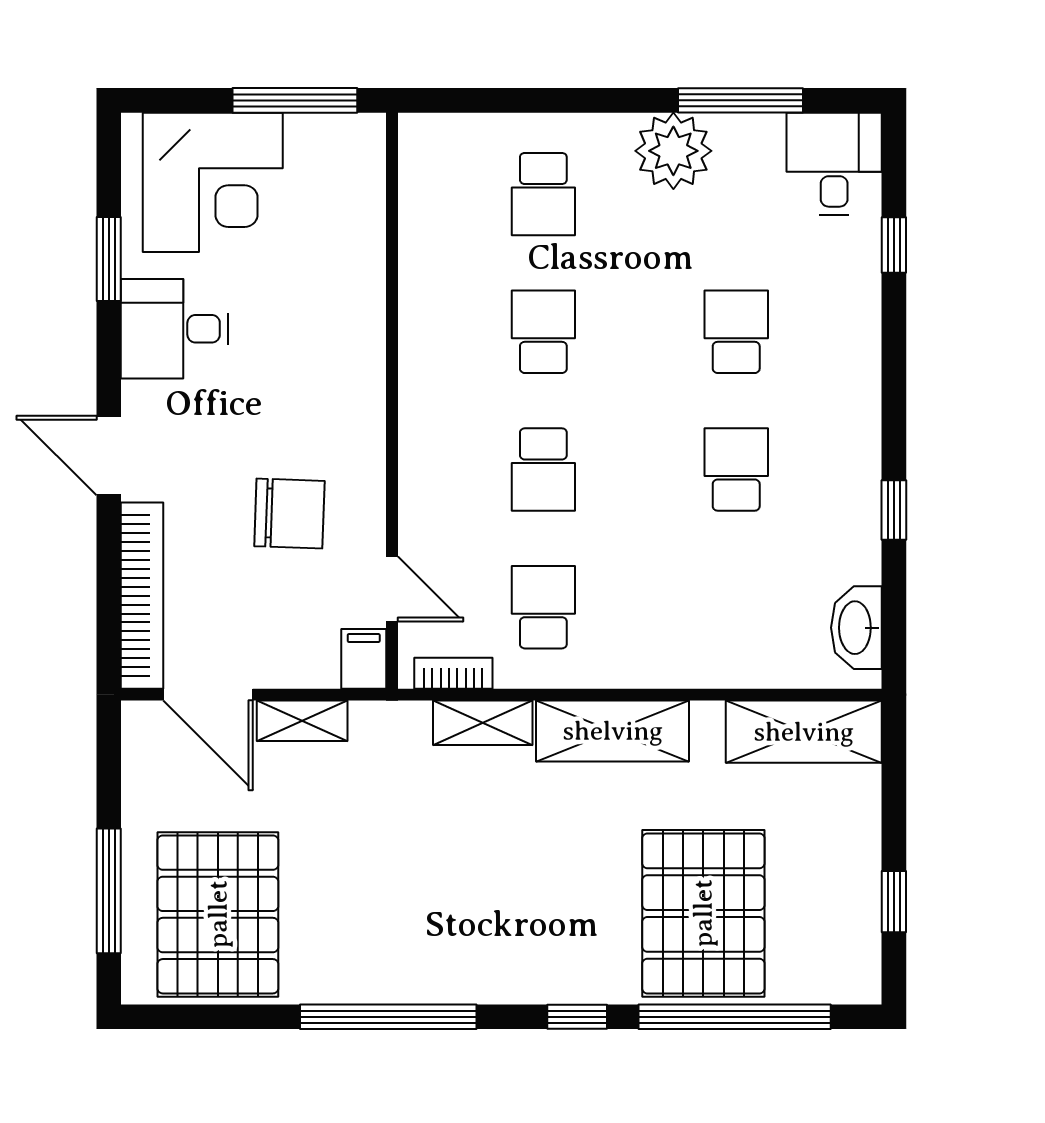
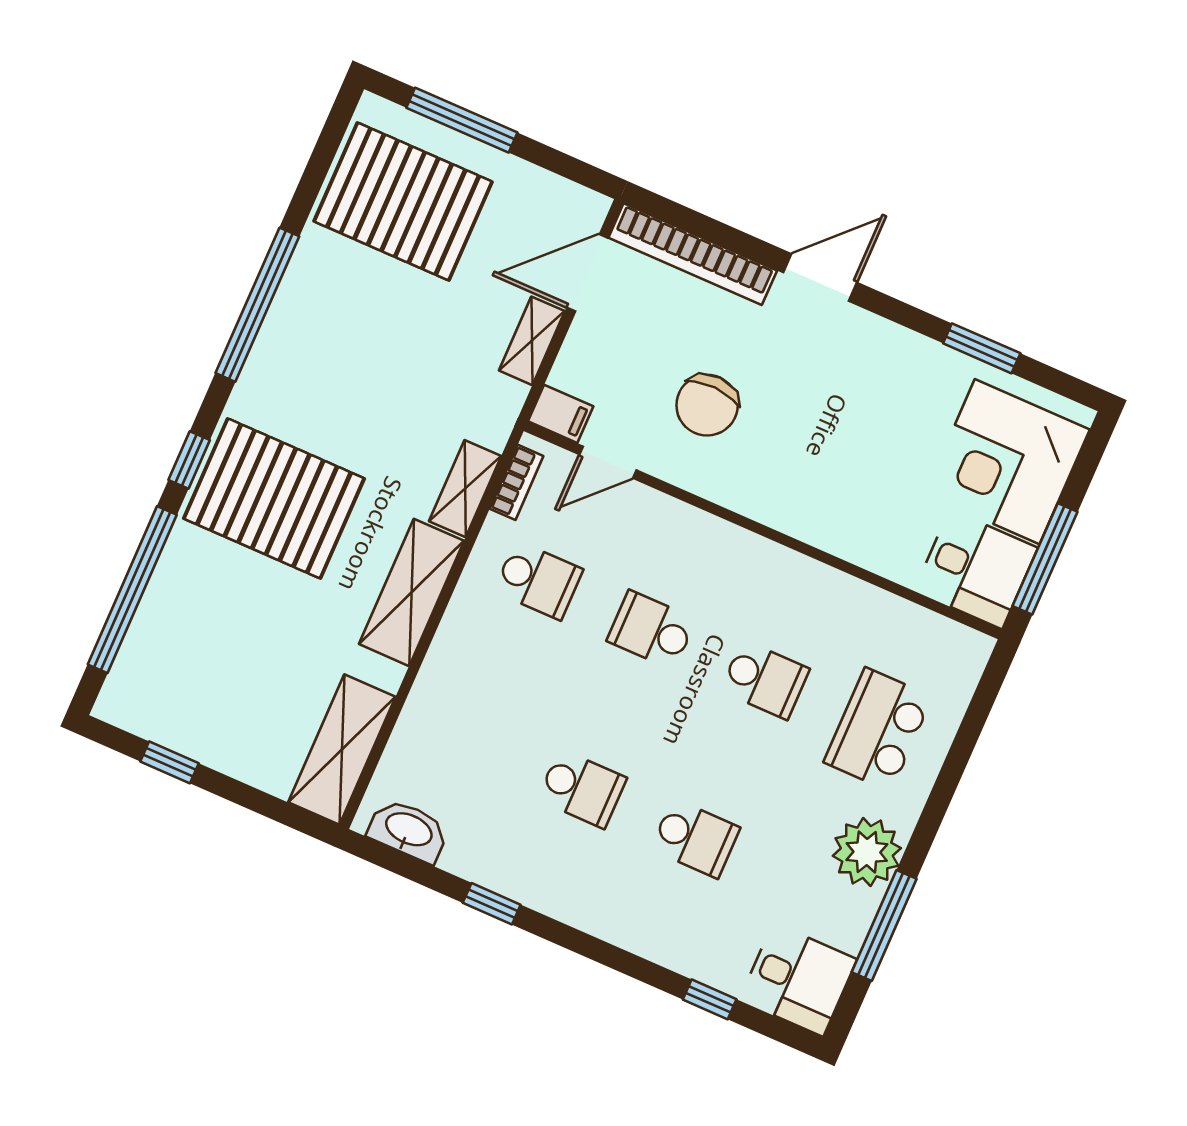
school desk: (543, 194) -> (878, 729), width x1.85
desk: (175, 329) -> (976, 569), moved, turned 90
pallet: (703, 913) -> (274, 498), moved

